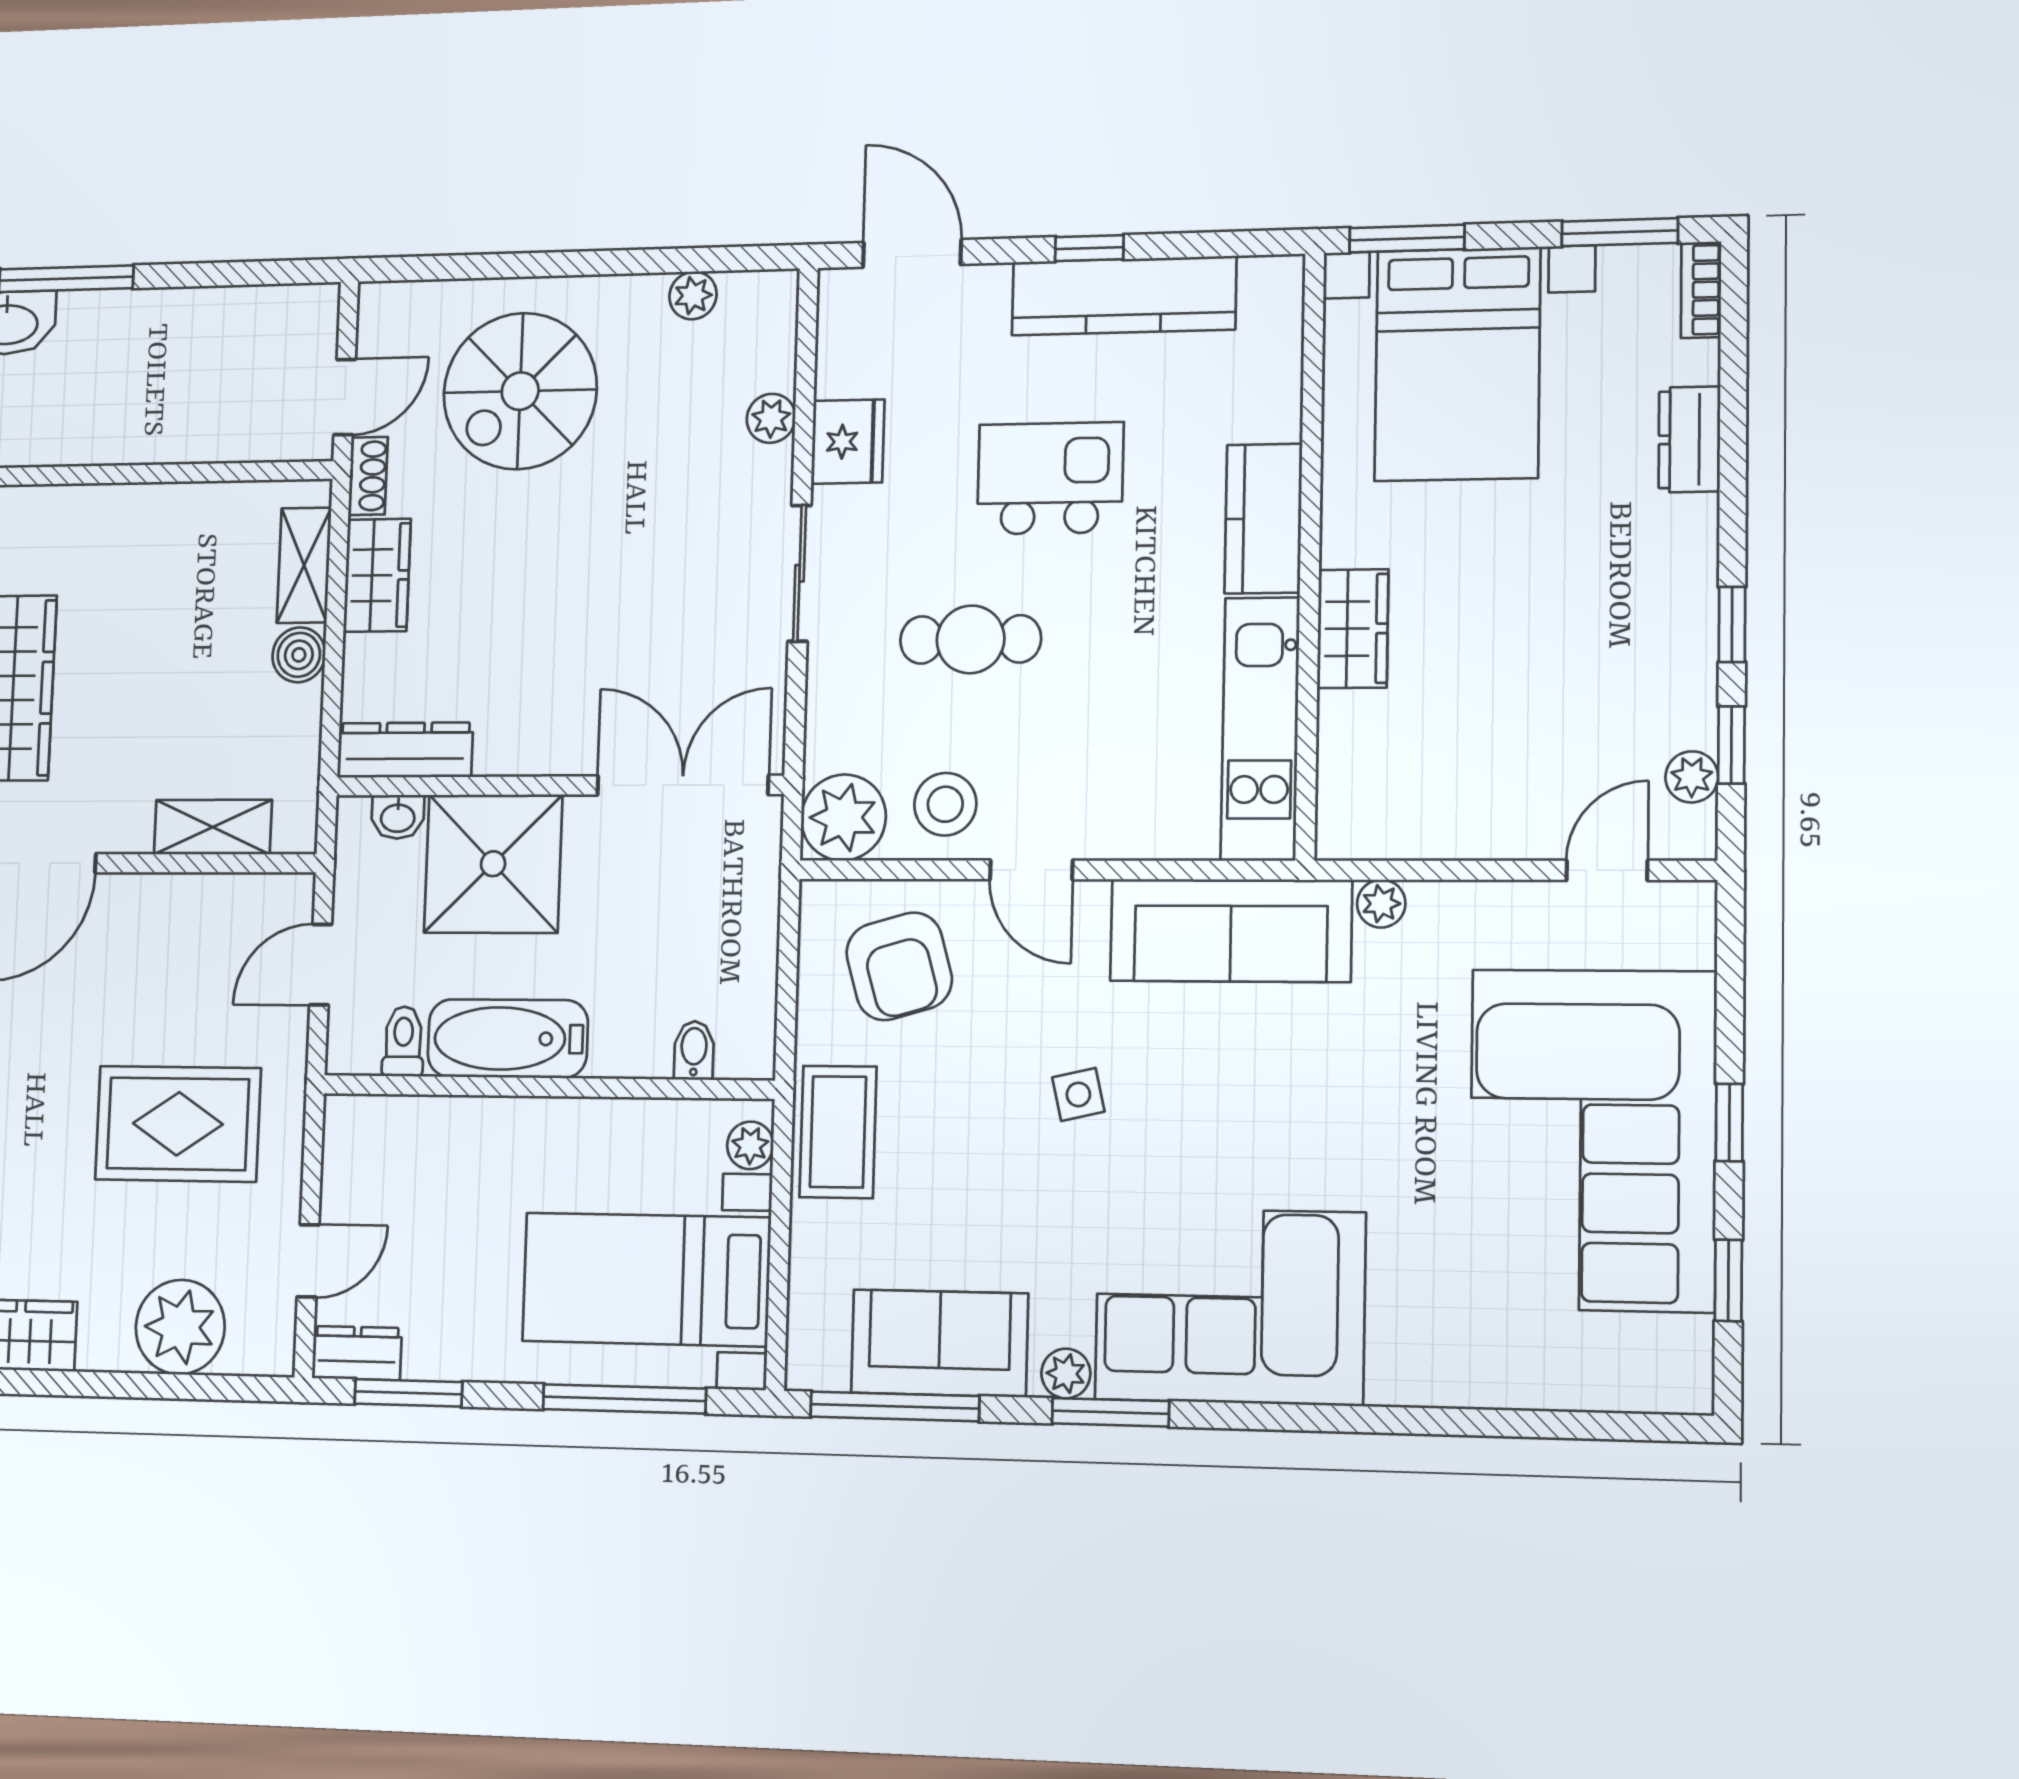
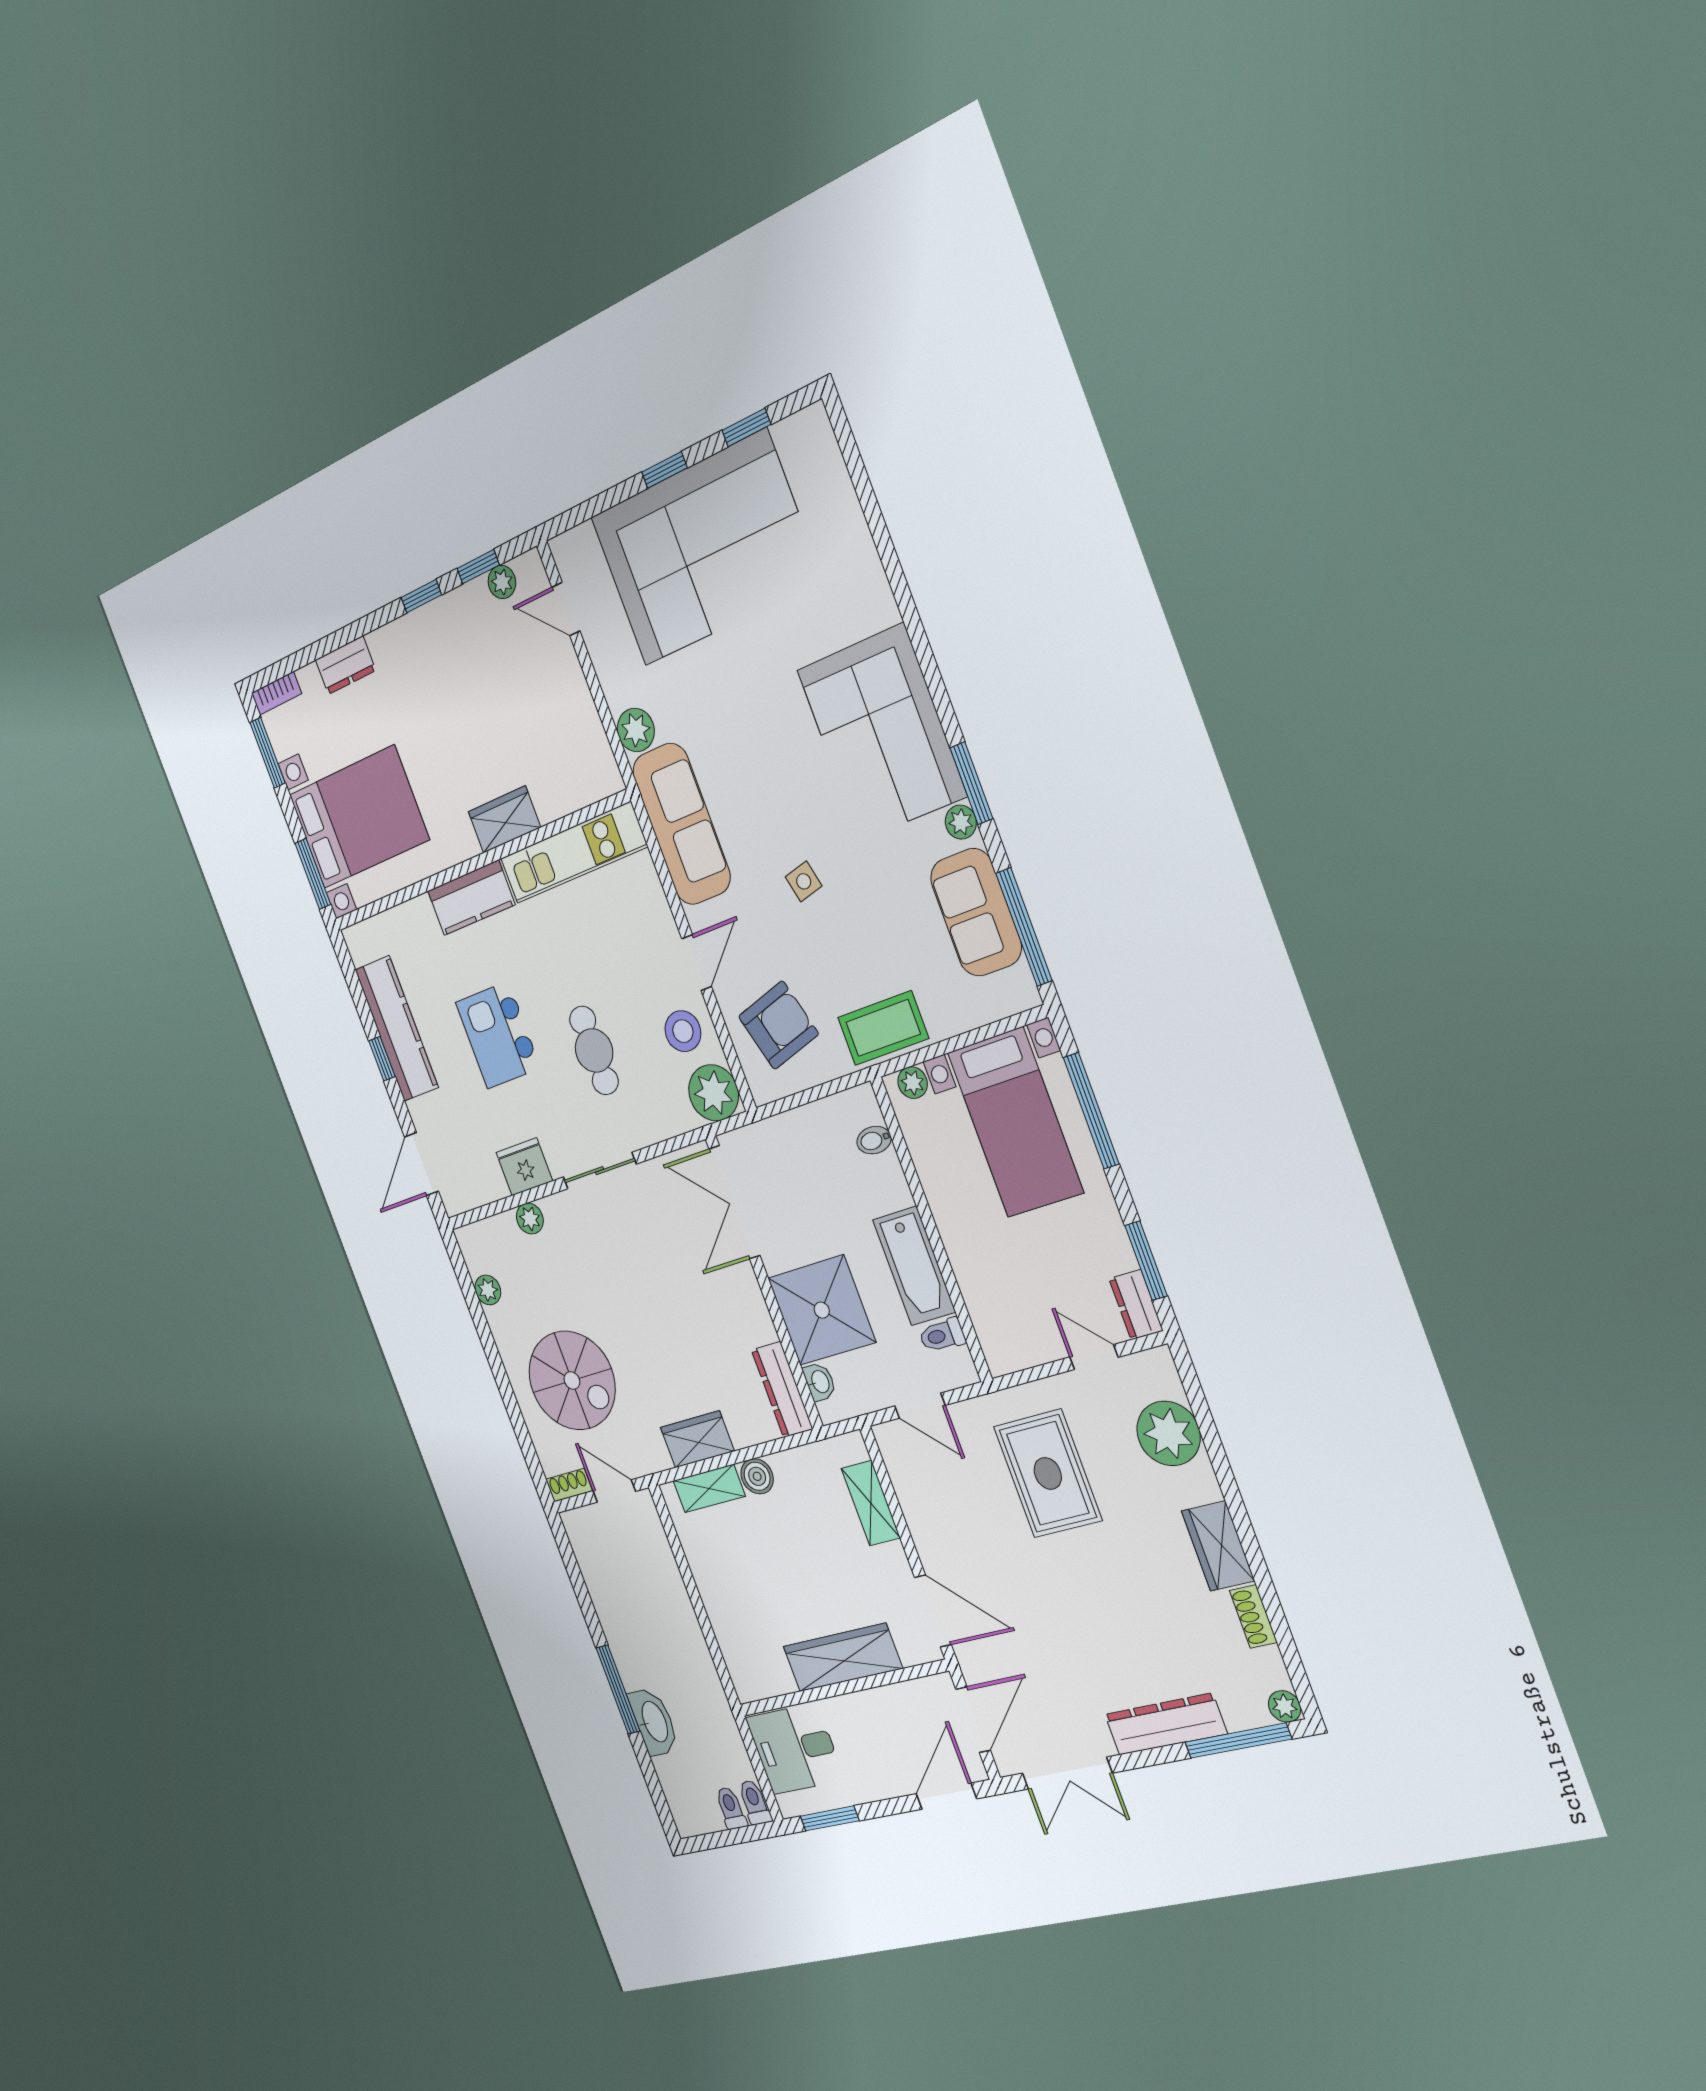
shoe rack: (368, 476) -> (569, 1485), moved
plant: (1381, 904) -> (636, 730), width x1.38, depth x1.38

